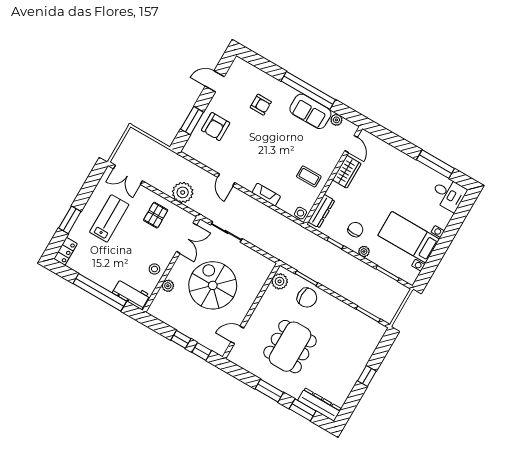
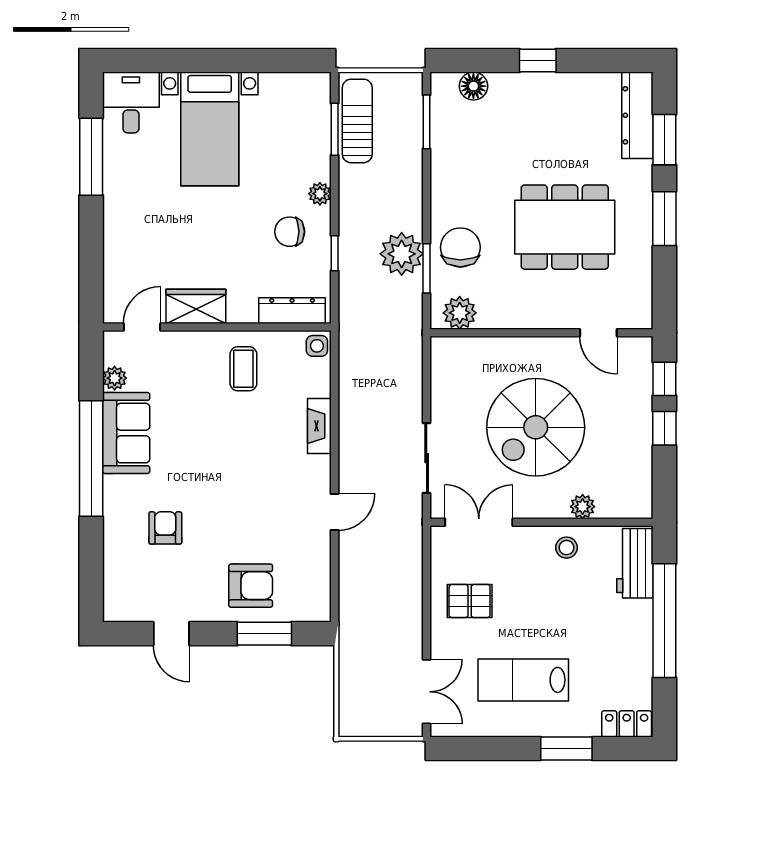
plant: (183, 192) -> (402, 254), moved
bed with nightstands: (409, 237) -> (210, 129), moved
sun lounger: (385, 285) -> (357, 121), added
floor lamp: (372, 343) -> (473, 86), added

